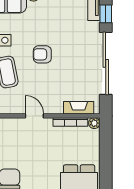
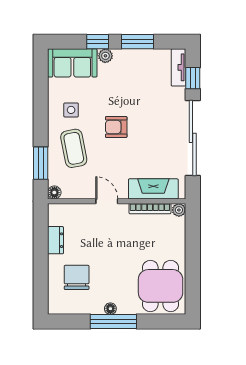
fireplace: (79, 108) -> (153, 189), width x1.37, depth x1.32

